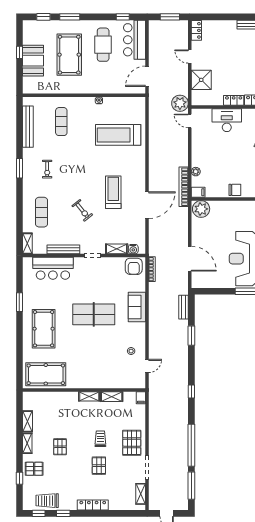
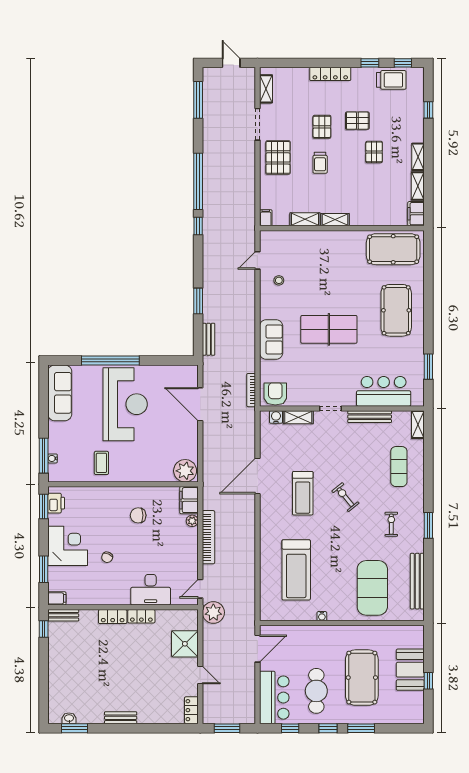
window: (43, 17) -> (328, 728), moved
door: (190, 121) -> (200, 589), swing flipped
exercise mat: (61, 122) -> (372, 588), width x2.00, depth x1.45
treadmill: (118, 135) -> (296, 570), turned 90
bookcase: (184, 187) -> (208, 537), moved
chair: (235, 190) -> (138, 515), moved
filing cabinet: (198, 192) -> (189, 500), width x2.00
exercise bike: (82, 210) -> (345, 497), moved
window: (19, 302) -> (428, 367), moved
filing cabinet: (29, 401) -> (416, 214), added
window: (191, 445) -> (198, 181), moved
pallet: (34, 469) -> (357, 121), moved

